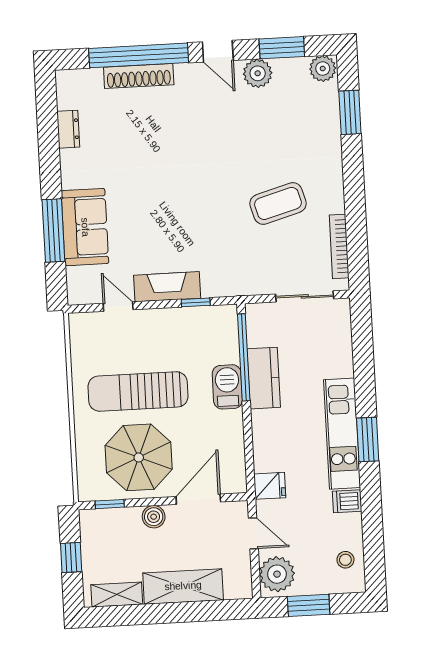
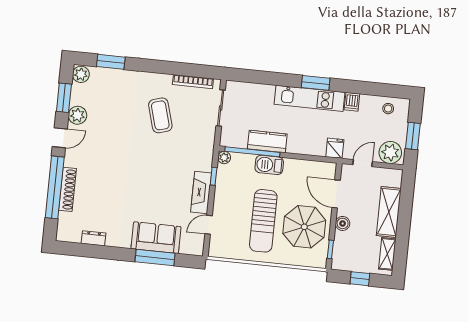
plant: (228, 314) -> (224, 158), added

